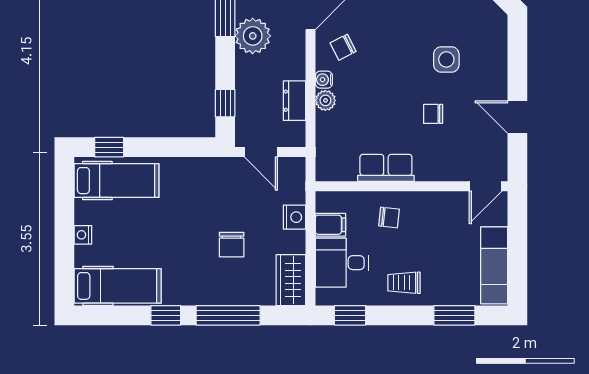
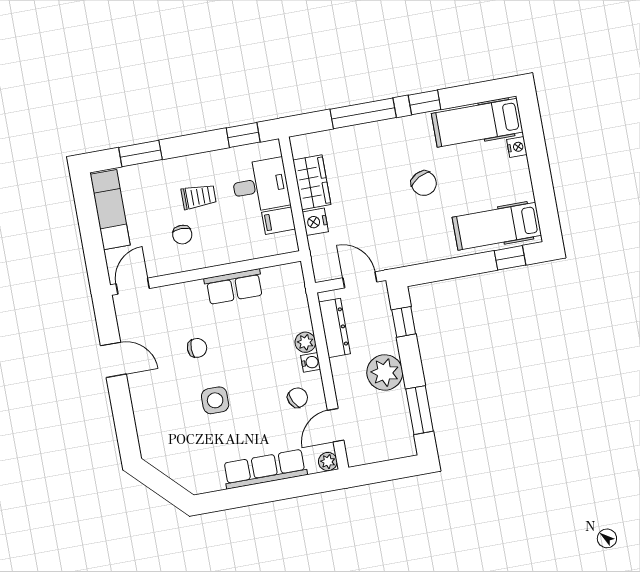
plant: (253, 36) -> (385, 372), moved
side table: (446, 59) -> (215, 400), moved
dresser: (294, 101) -> (334, 328), width x1.44
chair: (389, 218) -> (182, 235), moved, turned -96
nightstand: (83, 235) -> (517, 147), moved
chair: (232, 245) -> (424, 183), moved, turned 152
wardrobe: (291, 280) -> (312, 182), moved
trolley: (404, 283) -> (199, 197), moved

